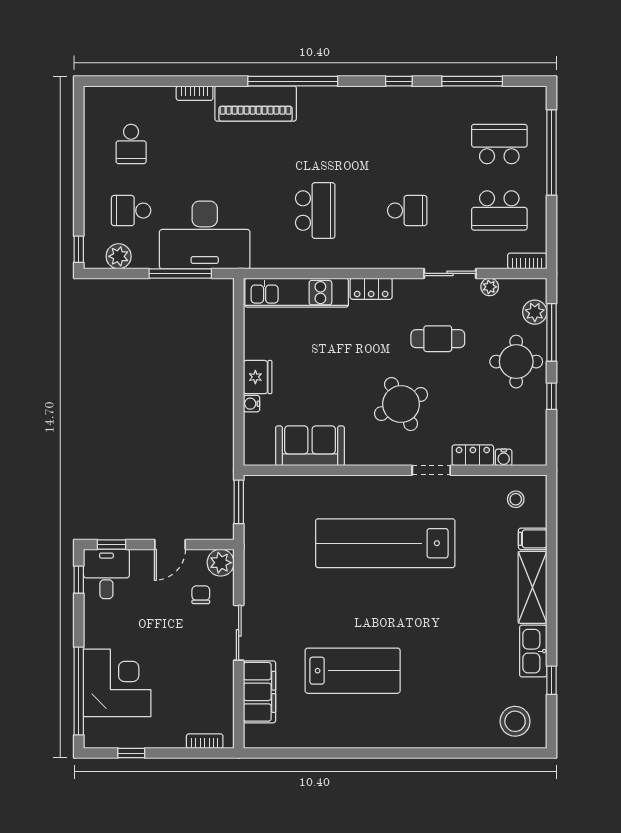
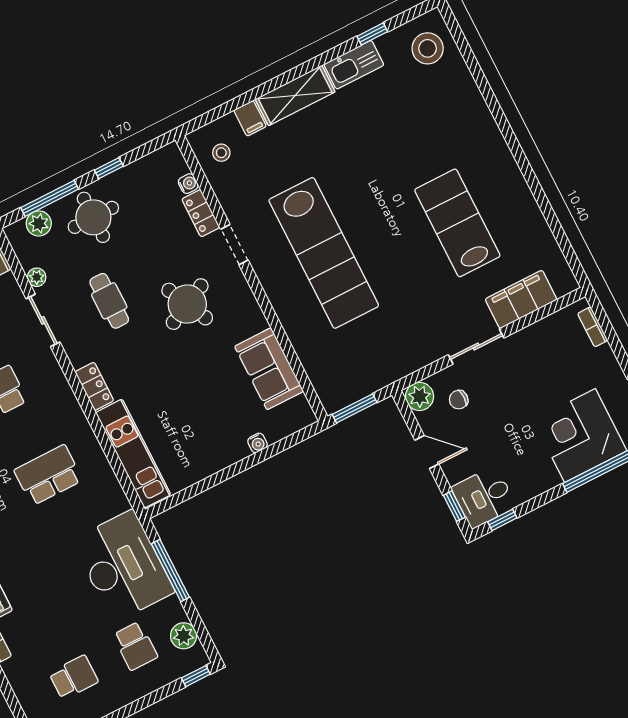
fridge: (258, 377) -> (230, 450), removed

